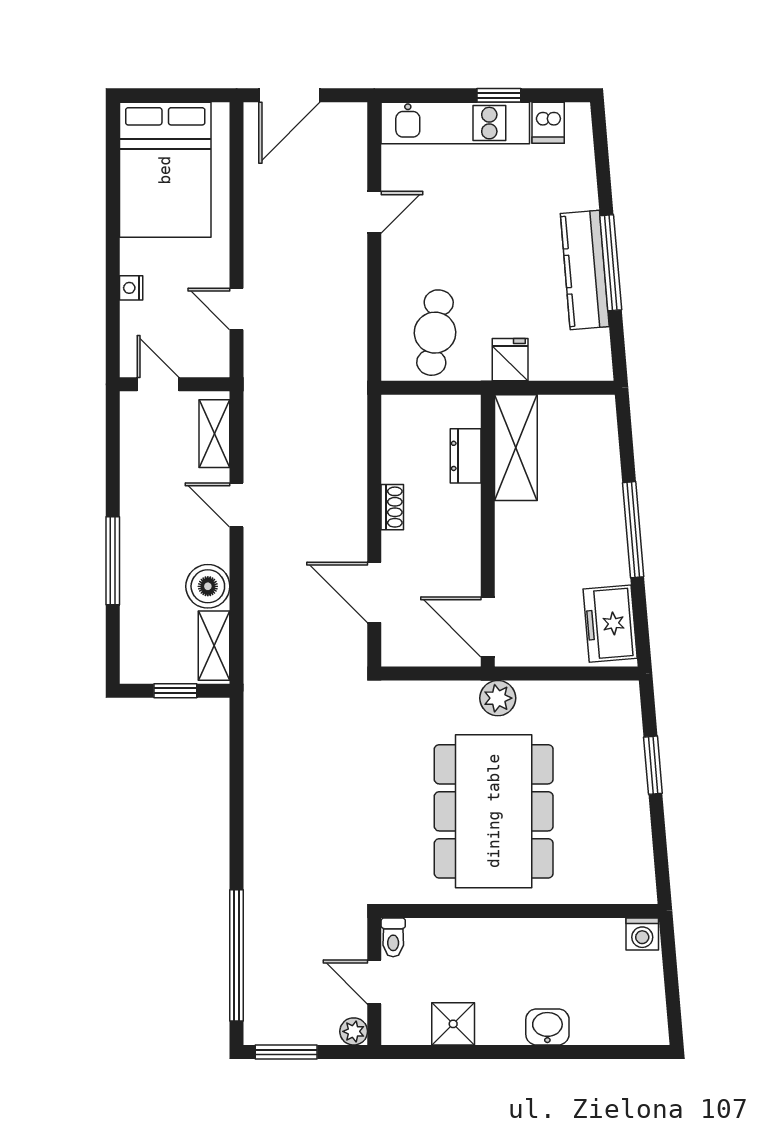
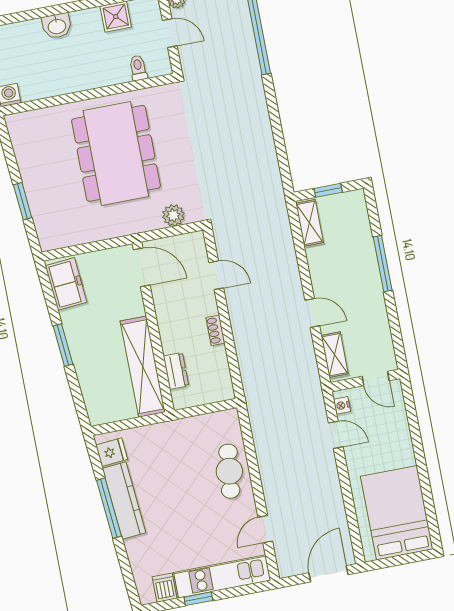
door: (374, 212) -> (265, 529), moved
nightstand: (131, 288) -> (342, 405), moved, turned 180
cafe table: (435, 333) -> (229, 471), moved
fridge: (510, 360) -> (112, 452), moved, turned -95
shelving: (516, 448) -> (143, 367), width x1.47
window: (633, 530) -> (63, 345), width x0.69
boiler: (208, 586) -> (320, 259), removed
door: (374, 592) -> (216, 275), width x0.73
plant: (498, 698) -> (173, 215), moved
toilet: (393, 937) -> (138, 68), moved

